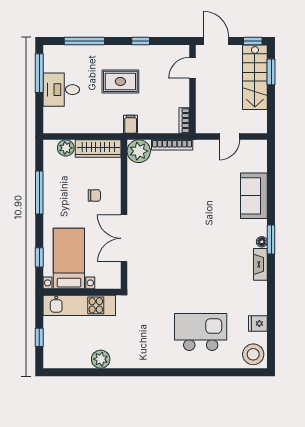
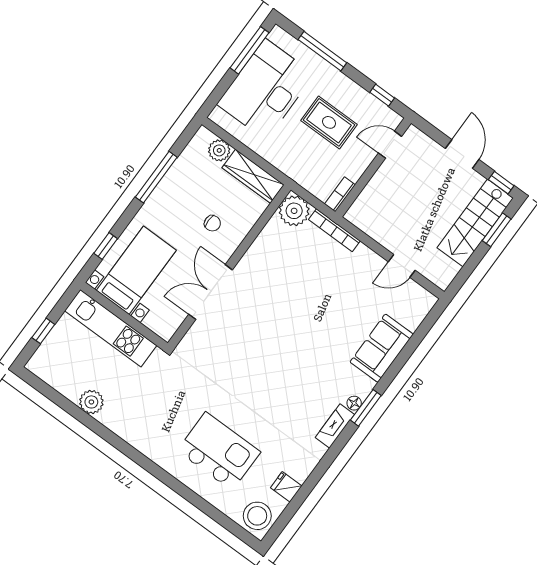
door: (193, 68) -> (390, 145), moved
wall: (193, 89) -> (373, 167), moved
desk: (61, 90) -> (266, 89), width x1.87, depth x1.30
bookcase: (184, 121) -> (340, 194), moved
filing cabinet: (131, 124) -> (306, 176), removed

